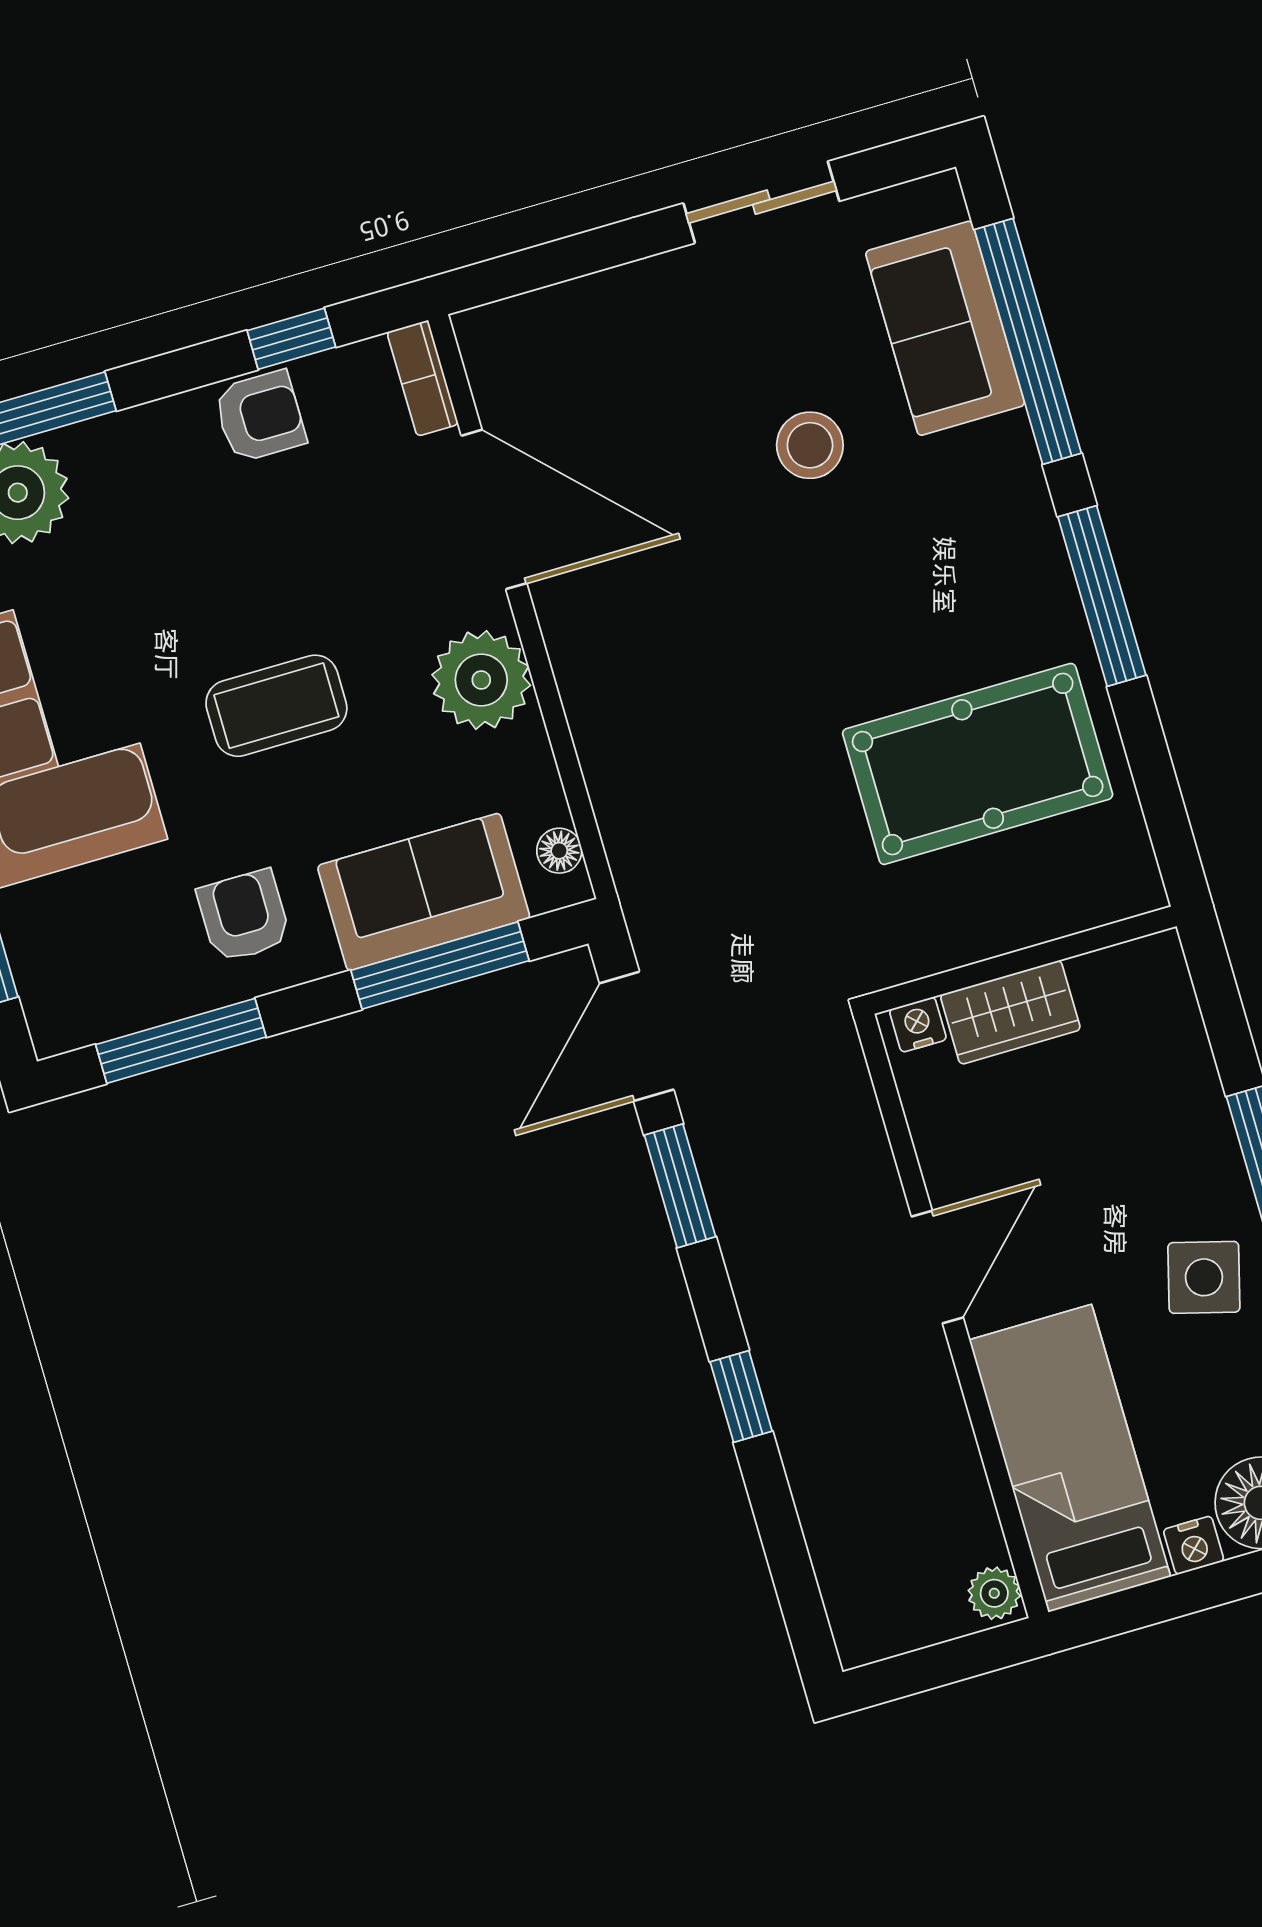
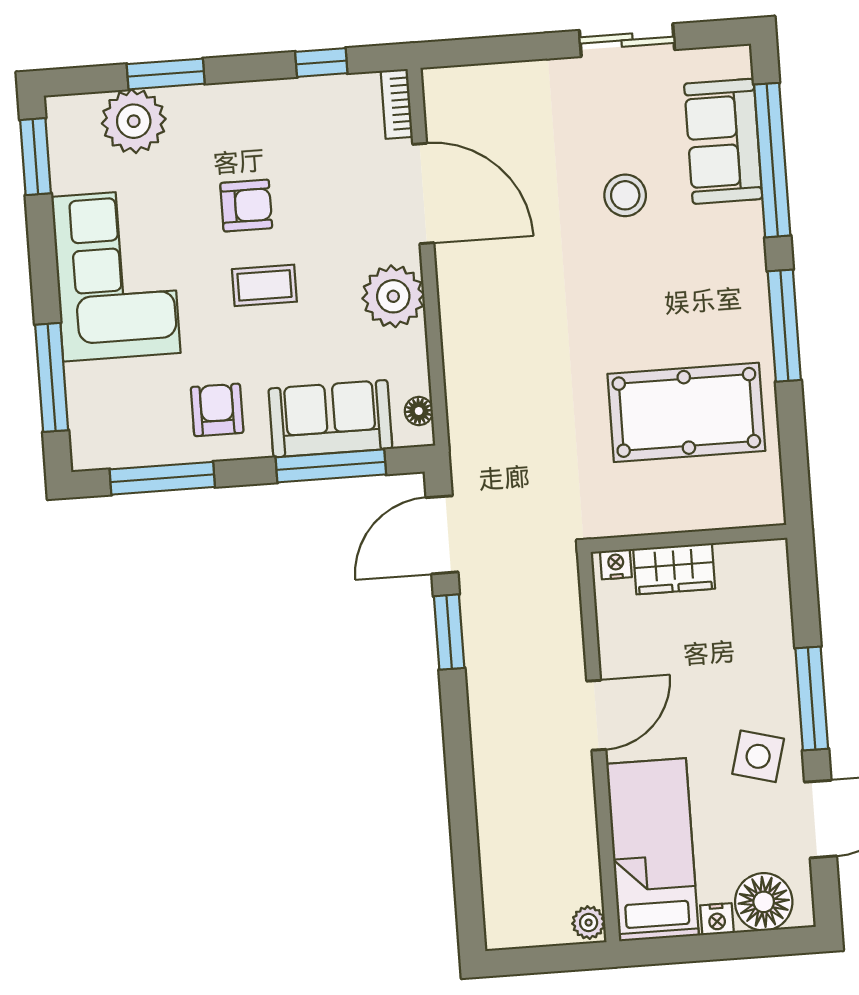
armchair: (260, 416) -> (246, 206), moved
coffee table: (276, 706) -> (264, 285), width x0.73, depth x0.77
window: (741, 1397) -> (459, 769), removed

